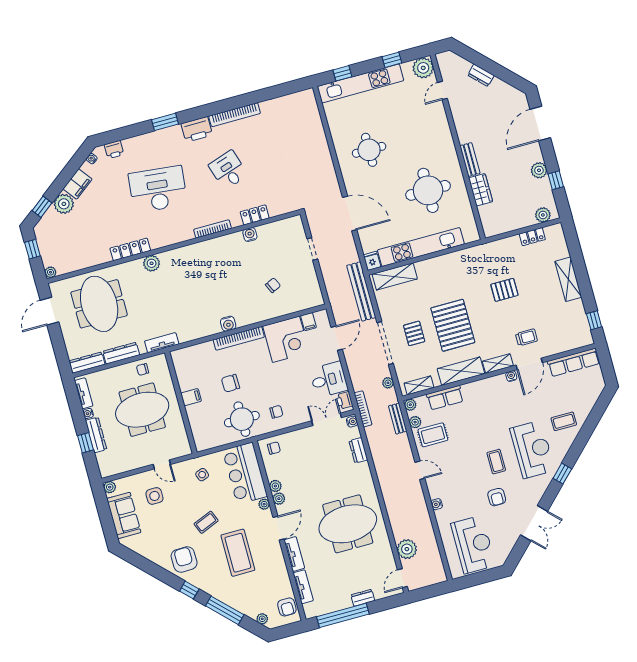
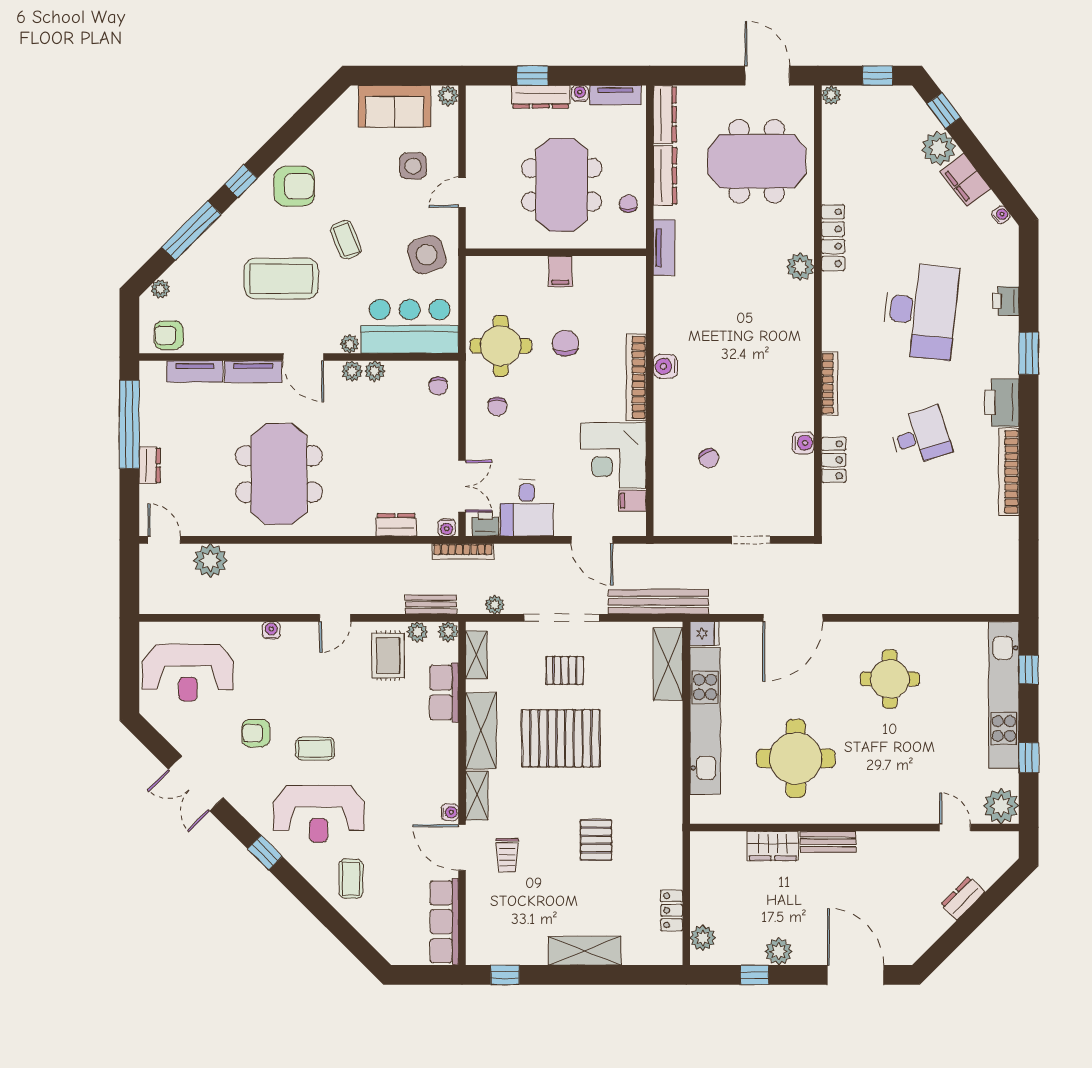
printer: (114, 150) -> (1006, 301), moved
side table: (202, 475) -> (427, 255), width x1.87, depth x1.87

